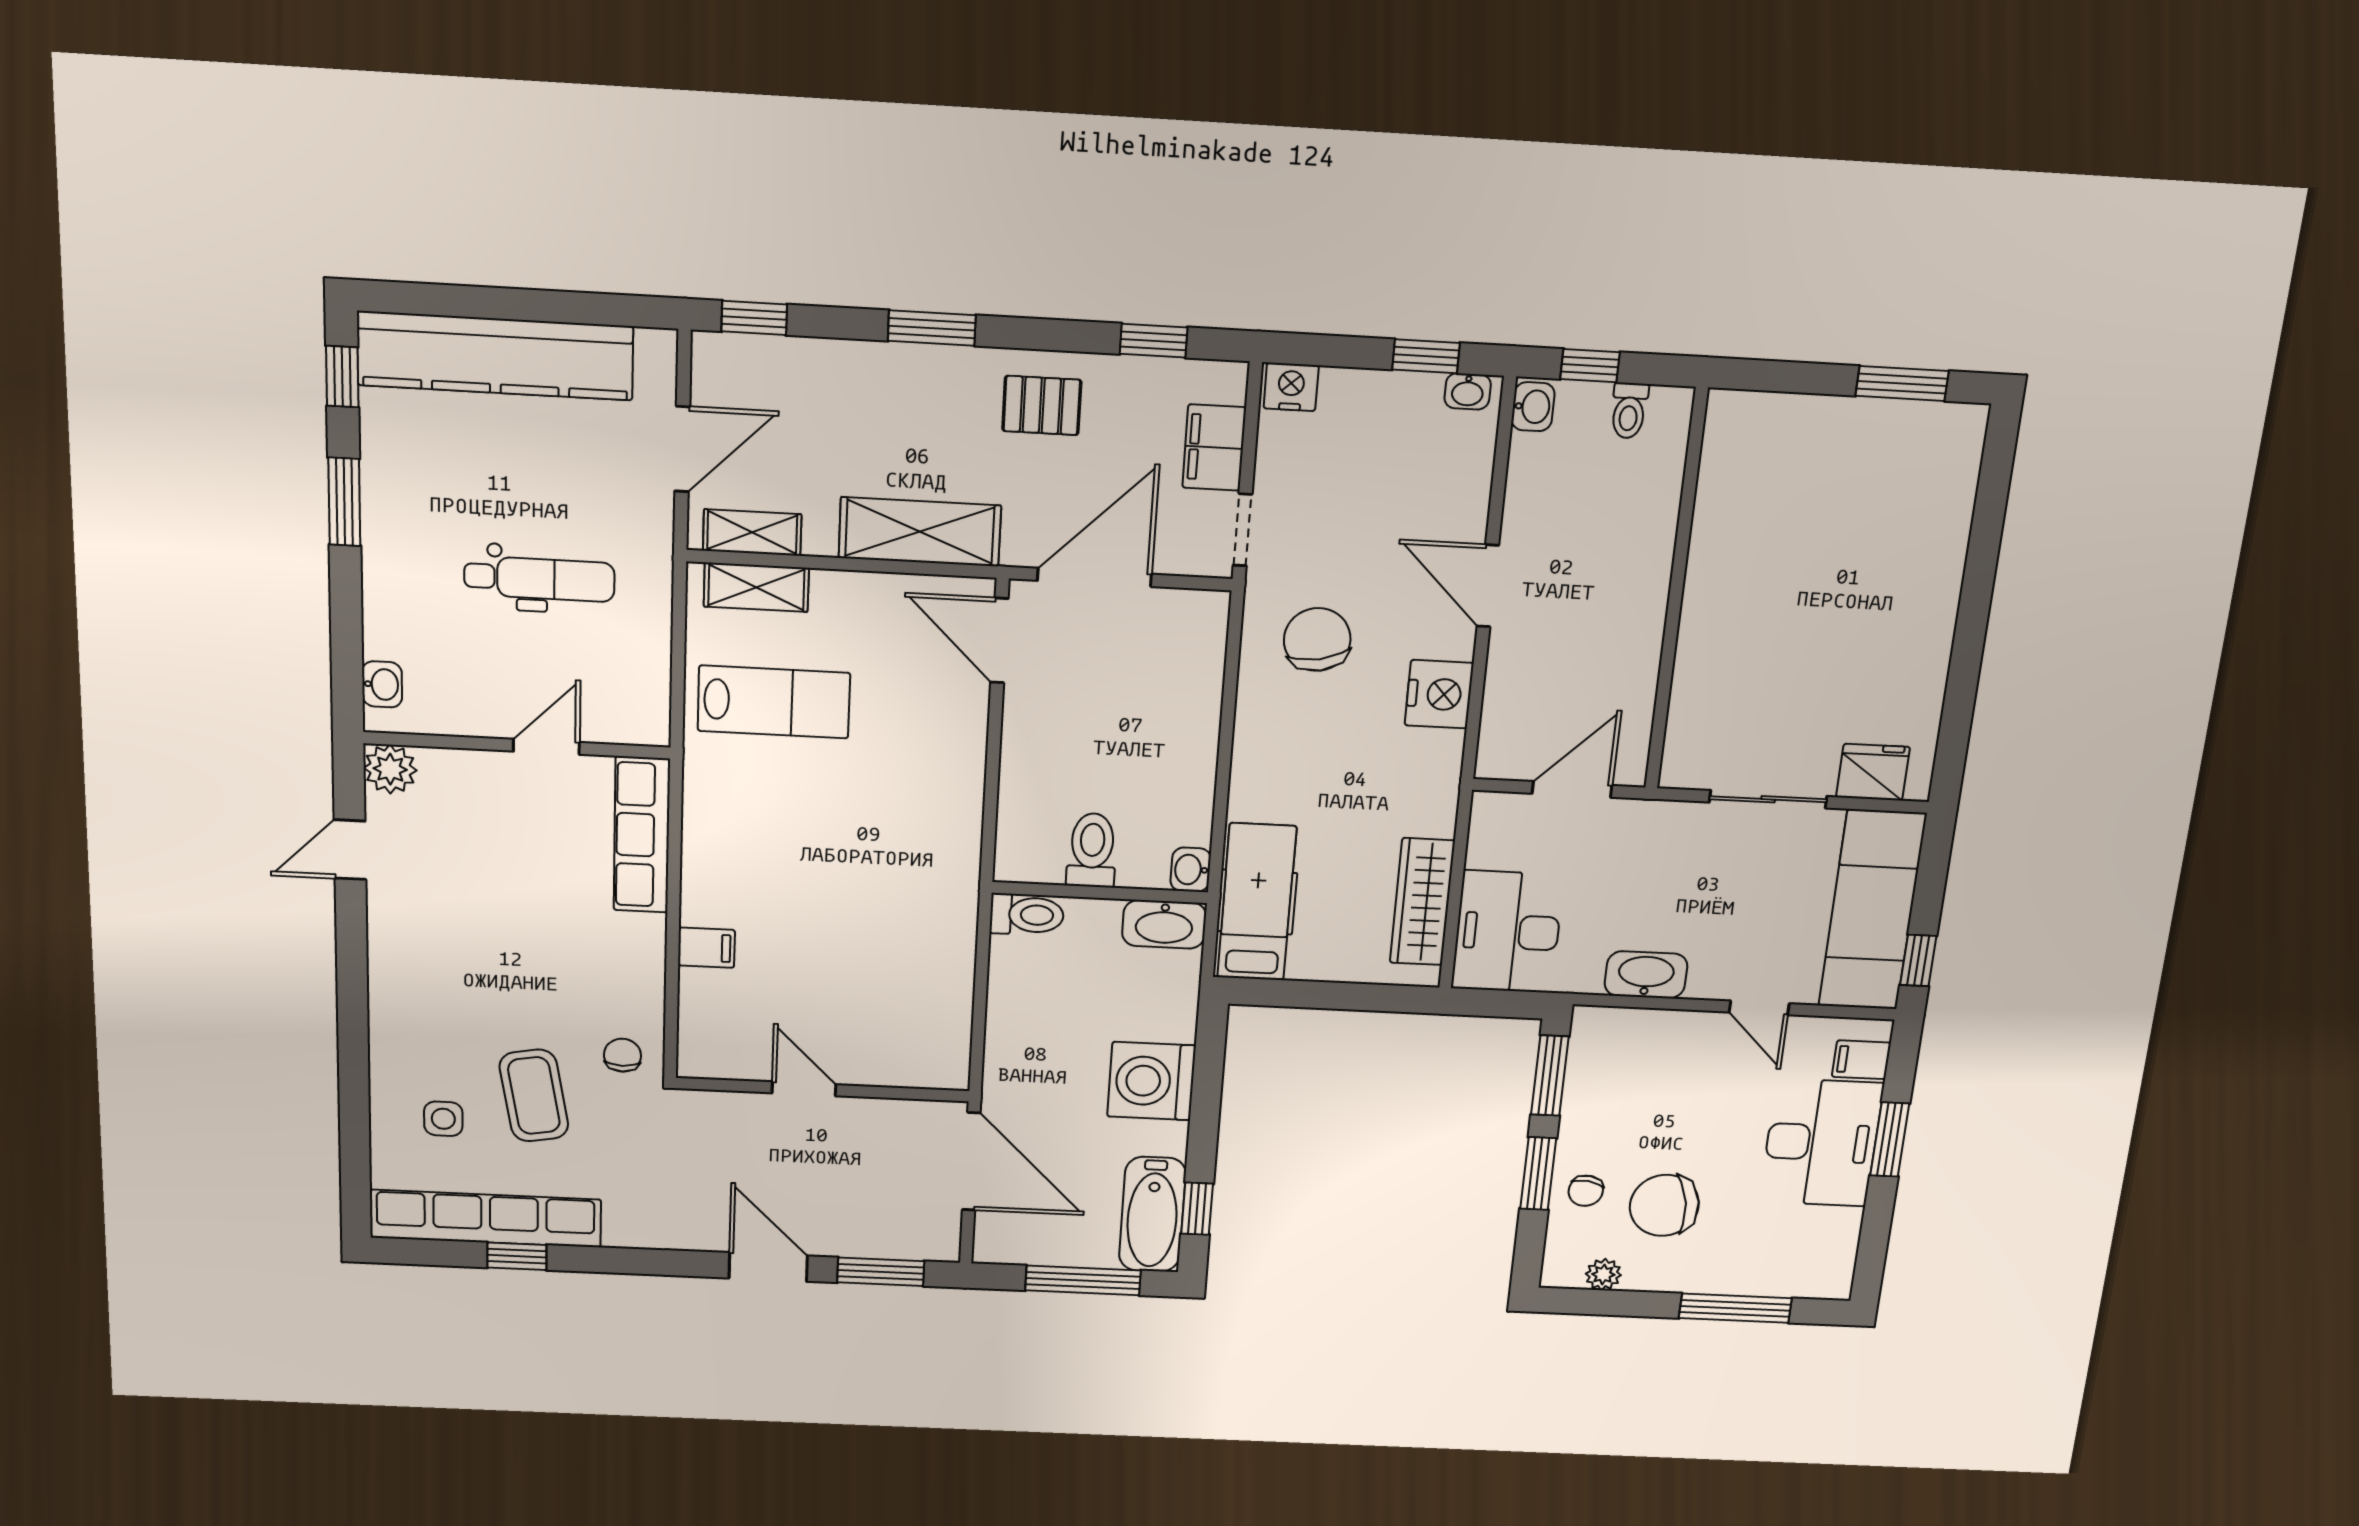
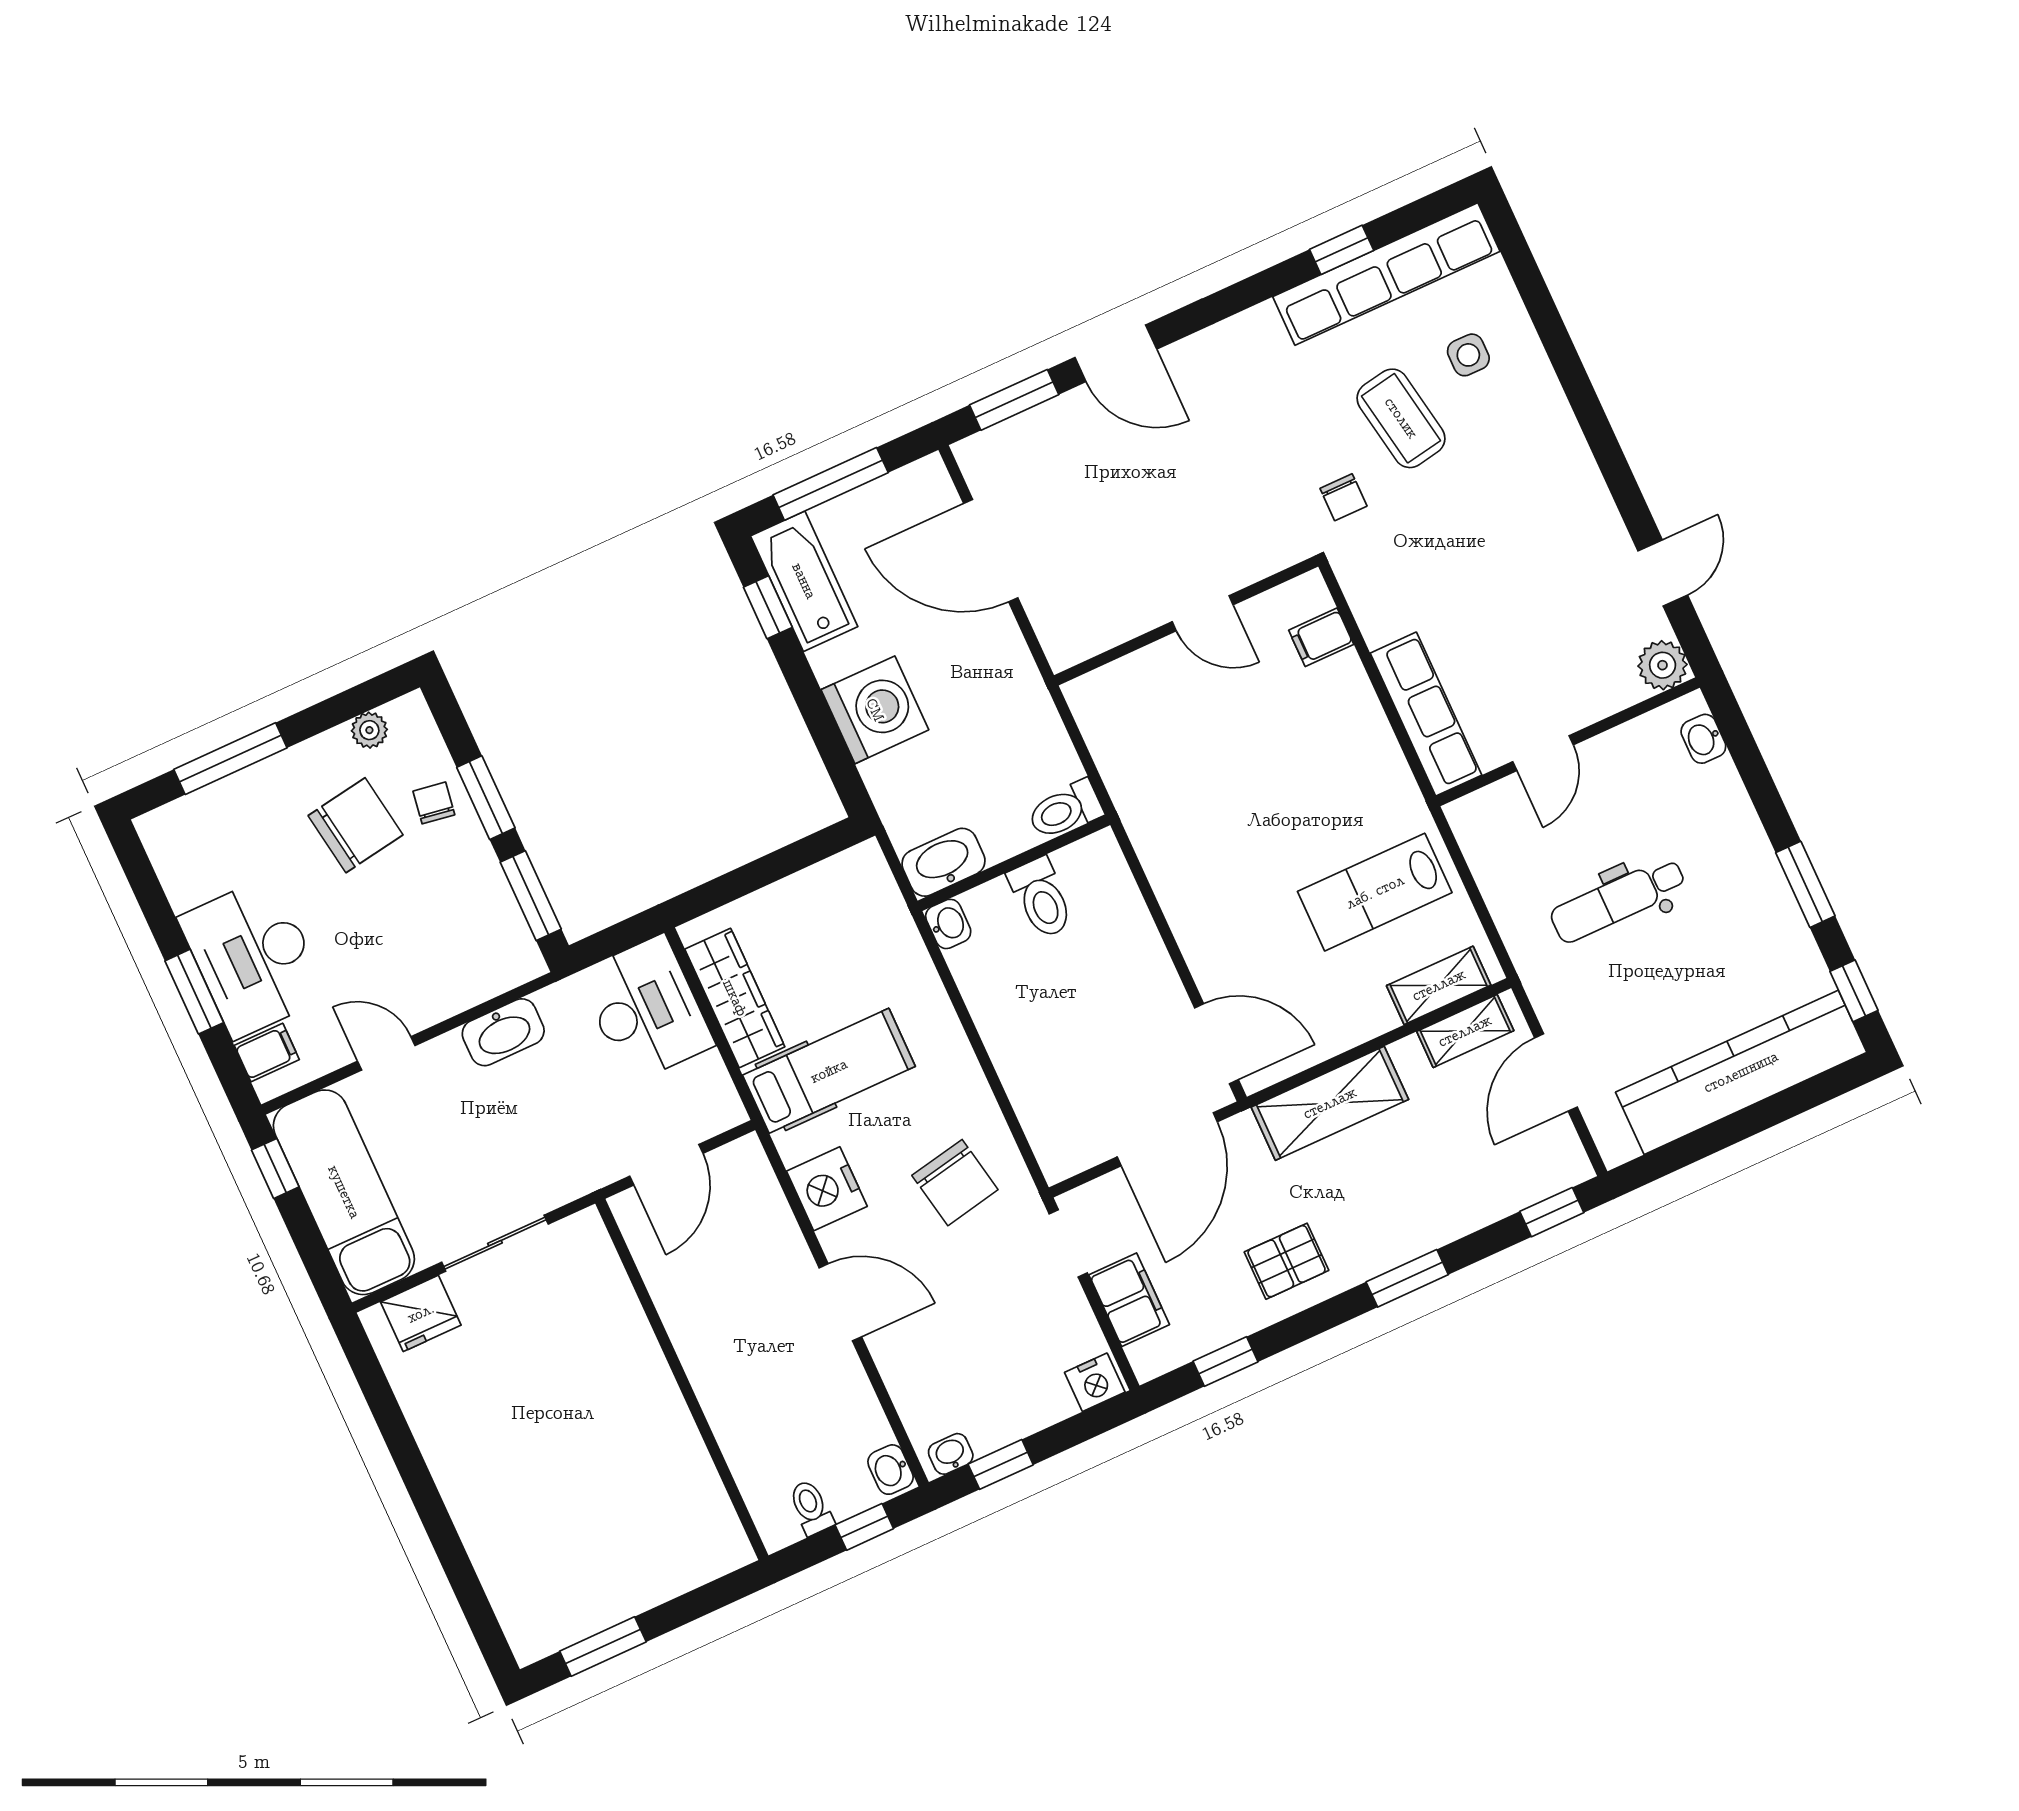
hospital bed: (1257, 902) -> (829, 1071), moved, turned -90
door: (804, 1089) -> (1203, 613), moved
wall: (823, 1090) -> (1186, 621), moved

